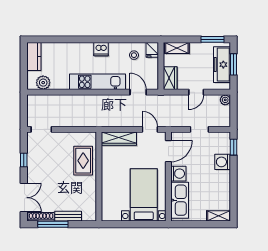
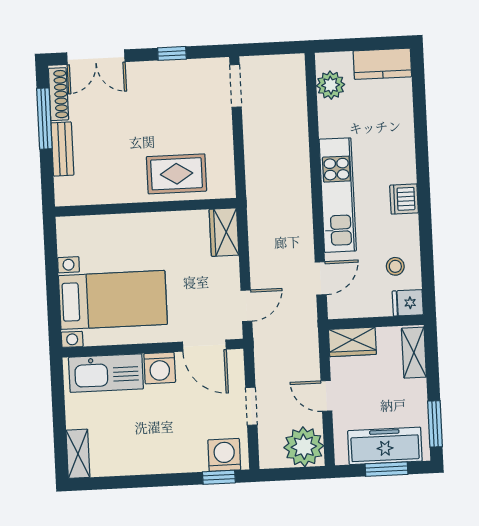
plant: (225, 100) -> (304, 447), width x1.88, depth x1.88
wardrobe: (119, 139) -> (224, 232), width x0.67
washing machine: (223, 162) -> (224, 455), moved

